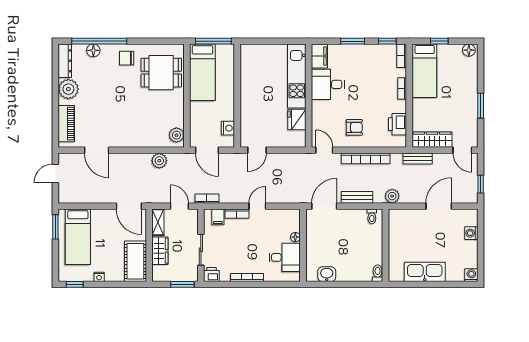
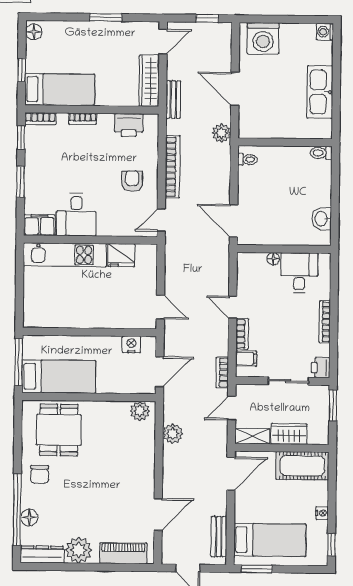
bench: (357, 197) -> (219, 537), moved
door: (439, 206) -> (235, 89), moved
washing machine: (471, 233) -> (263, 38), width x1.89, depth x1.89

